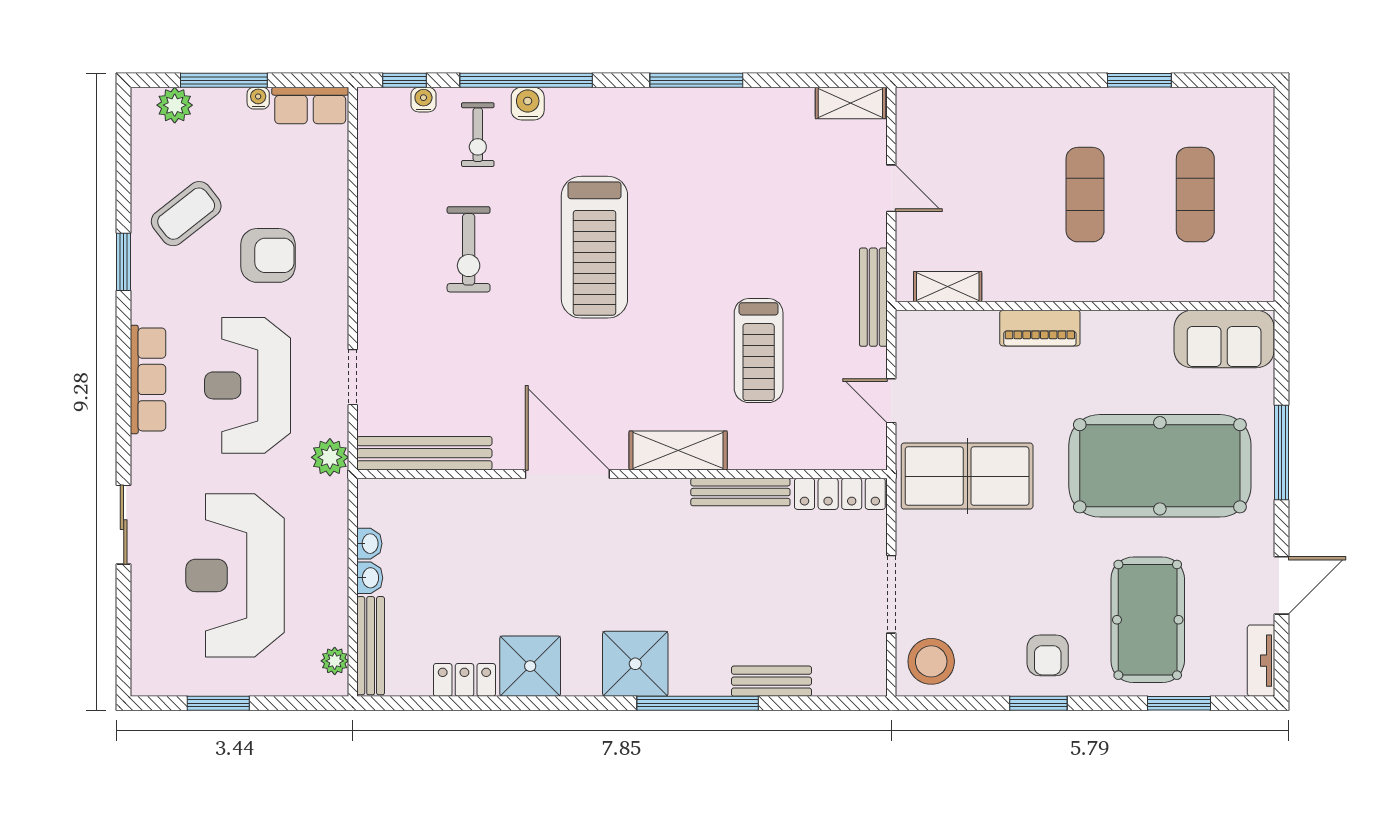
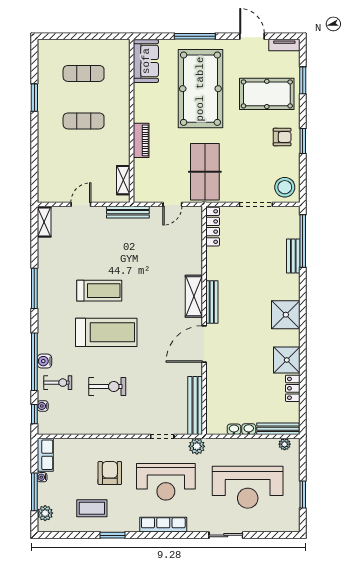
coffee table: (186, 214) -> (92, 508), turned -52
treadmill: (759, 351) -> (99, 291), moved
bench: (740, 492) -> (212, 302), moved
window: (698, 703) -> (303, 241), moved

